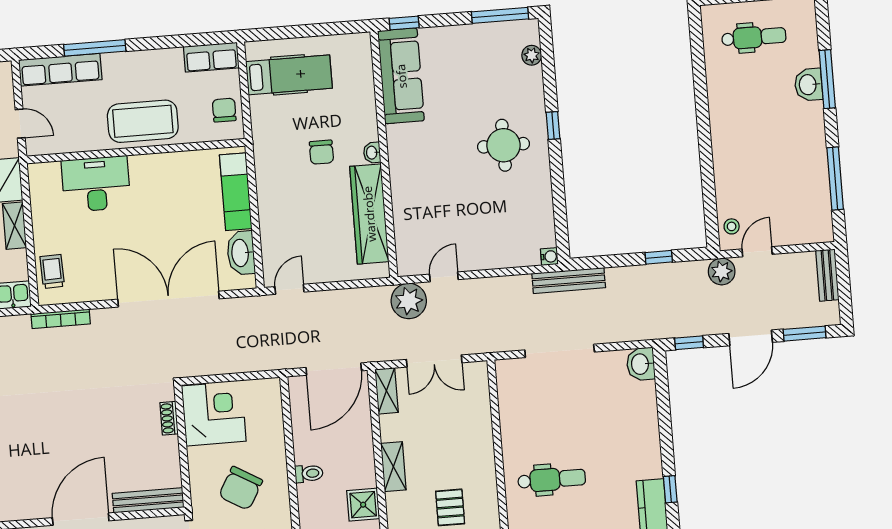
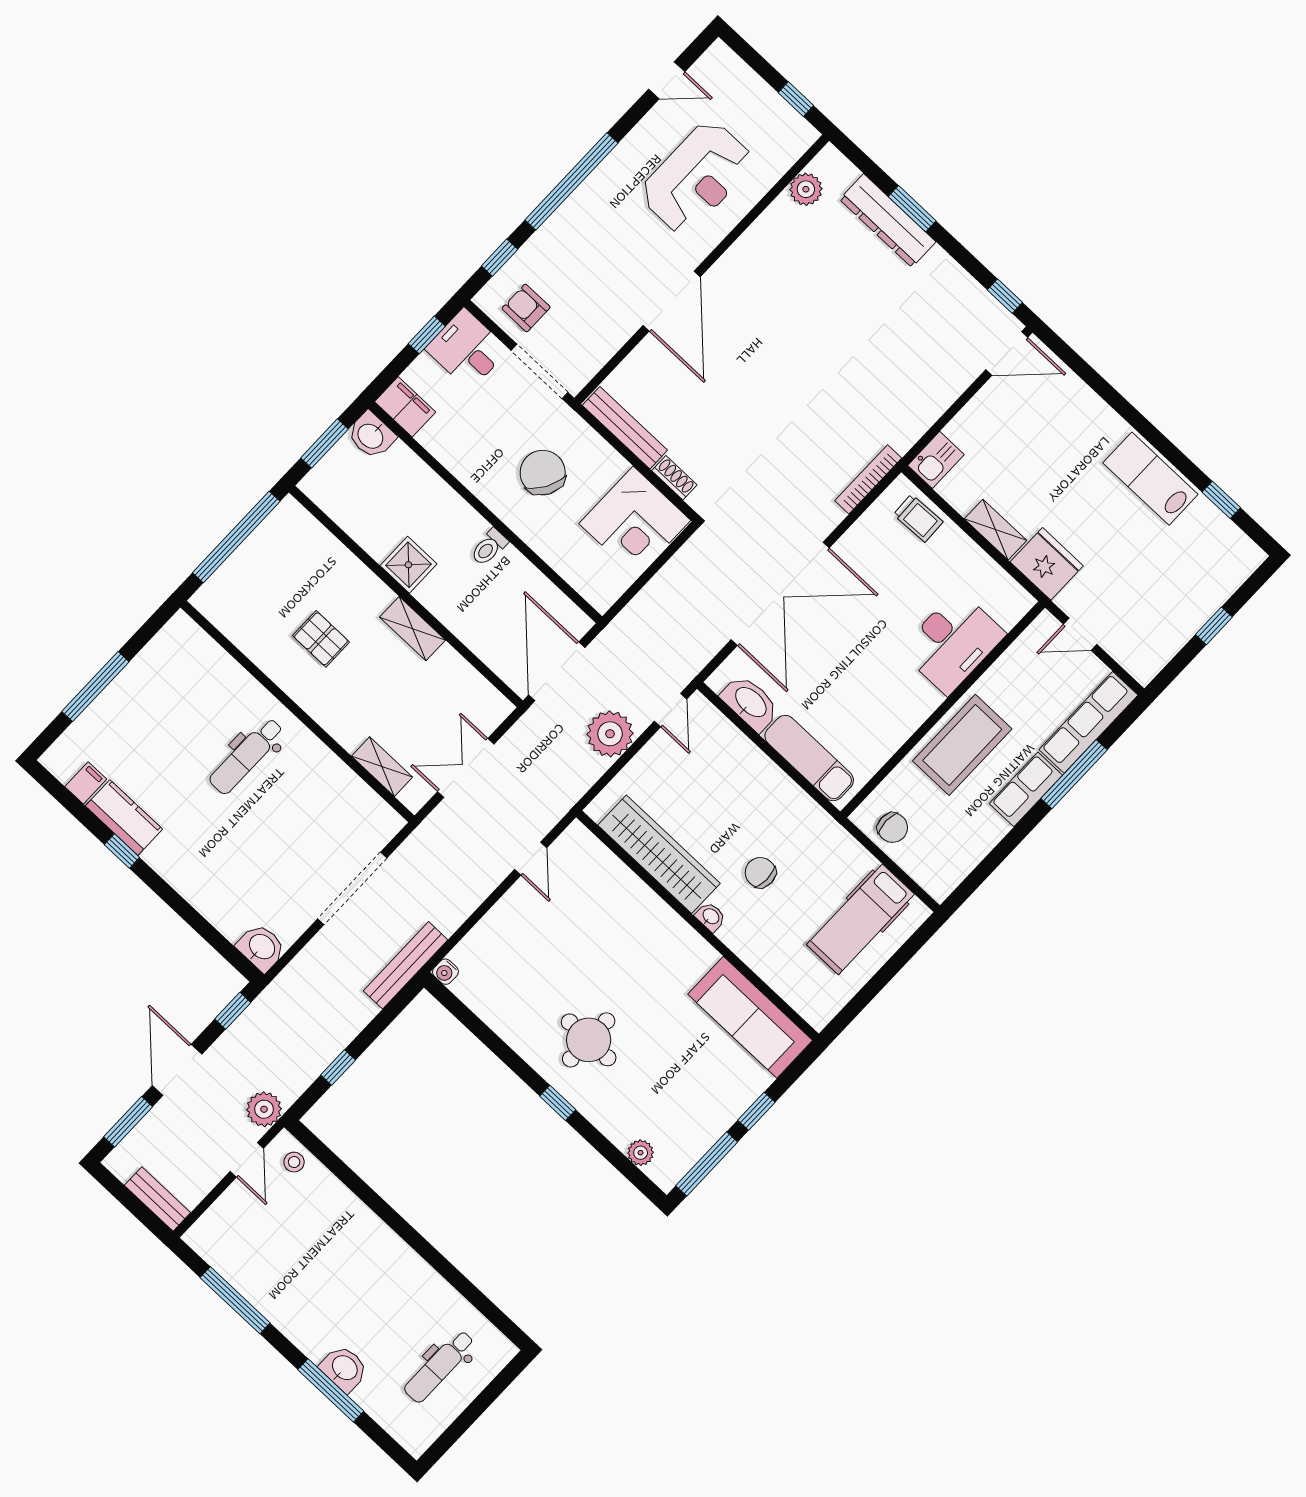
window: (404, 23) -> (756, 1111), moved
row of seats: (211, 57) -> (1026, 789), moved
plant: (409, 301) -> (610, 734), moved
shelving: (386, 391) -> (382, 767), moved
bench: (148, 500) -> (625, 428), moved, turned 90

